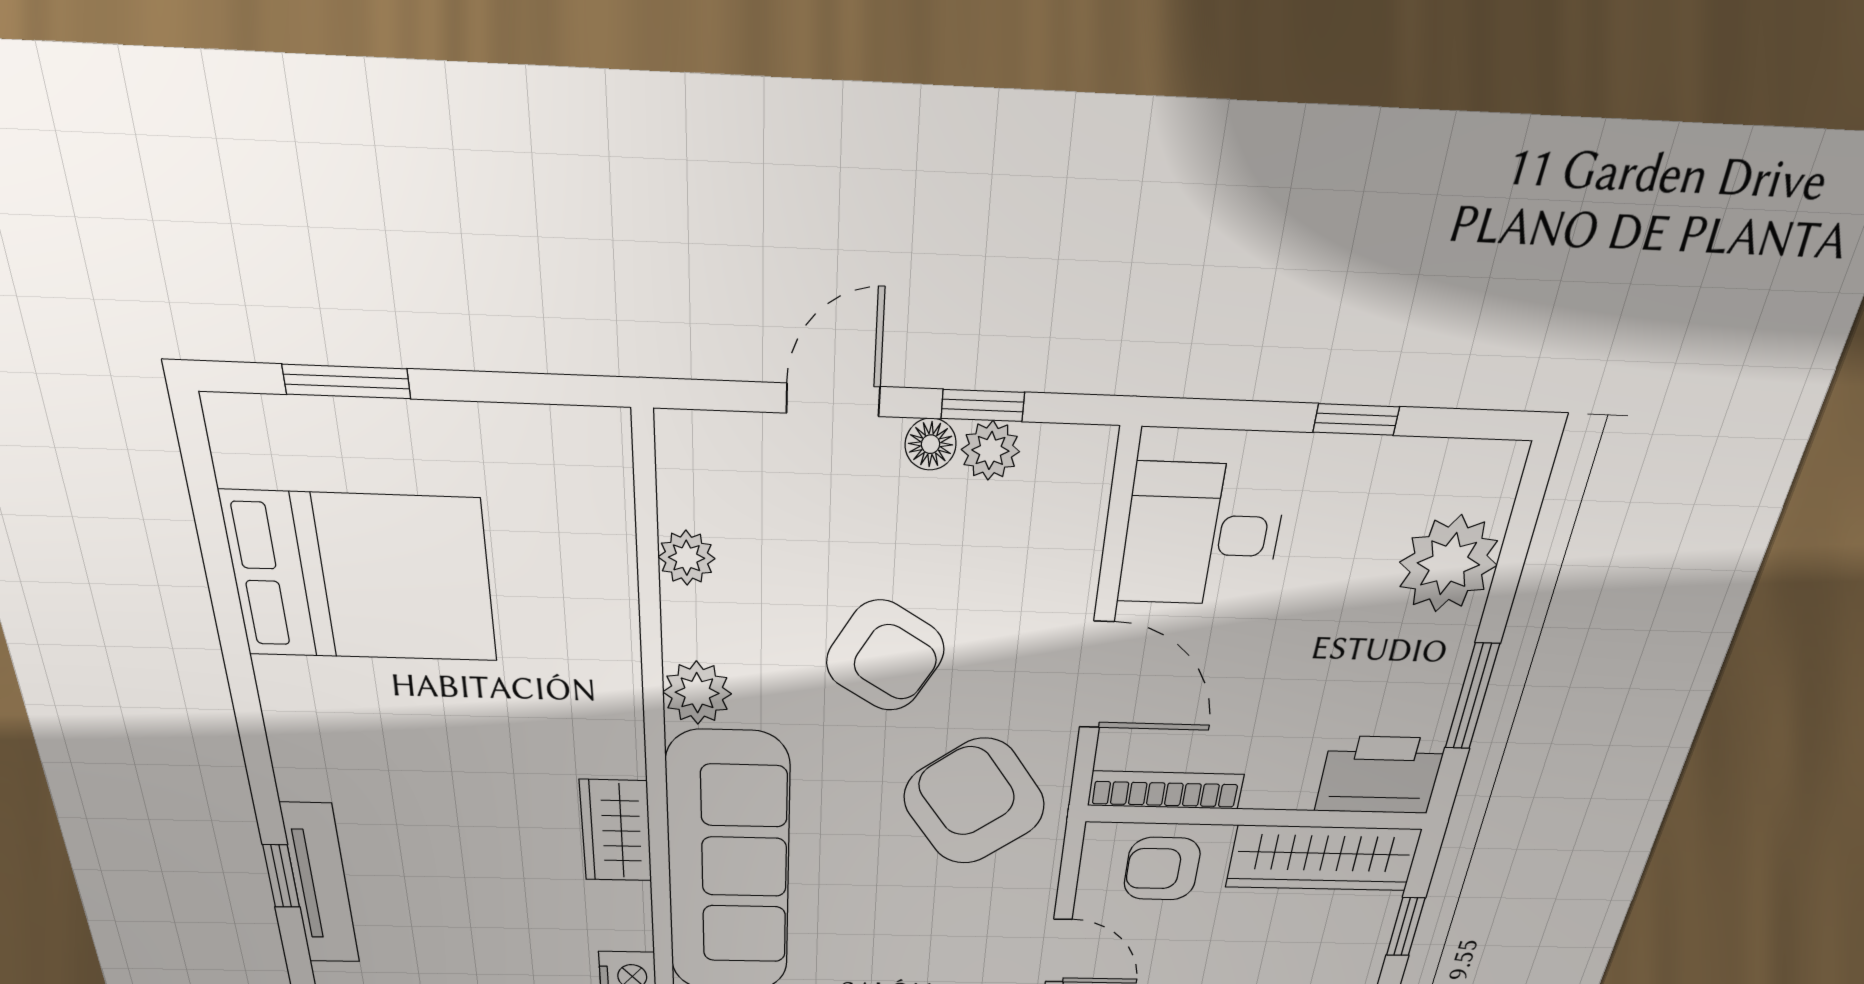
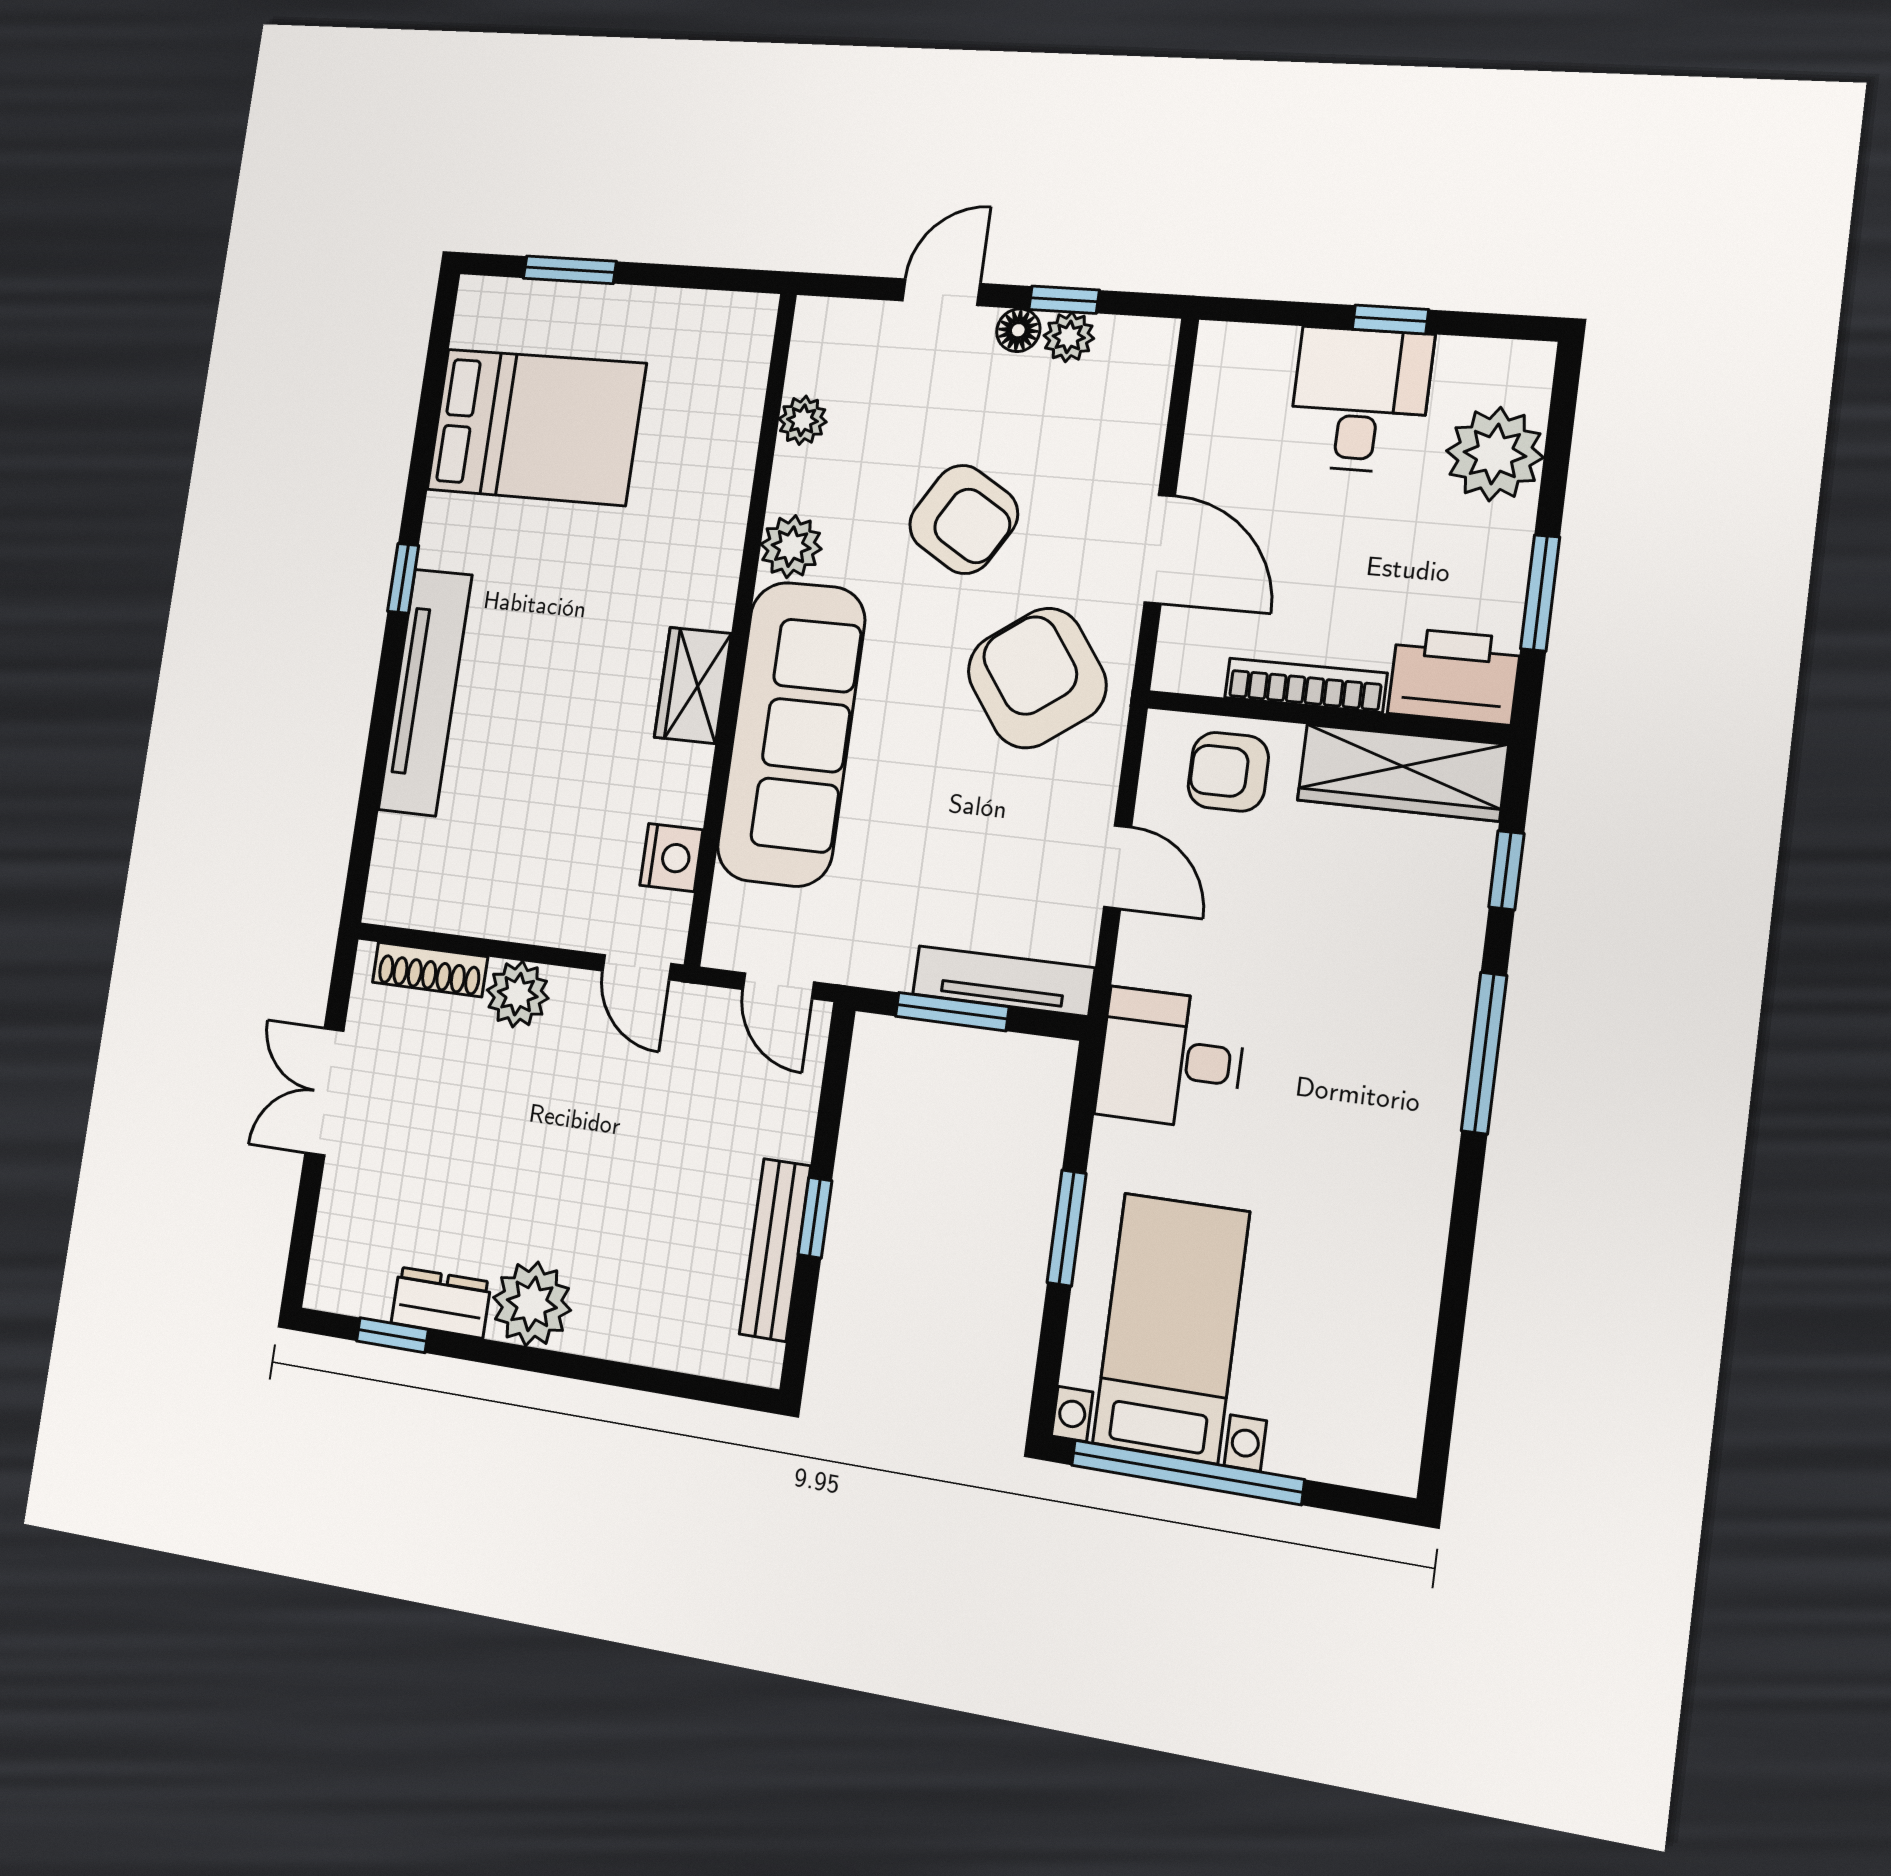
desk: (1202, 535) -> (1360, 400), moved, turned 90
bookcase: (1166, 790) -> (1306, 685), moved
window: (281, 876) -> (403, 578), moved
tv unit: (320, 884) -> (425, 692), width x1.36, depth x1.29

